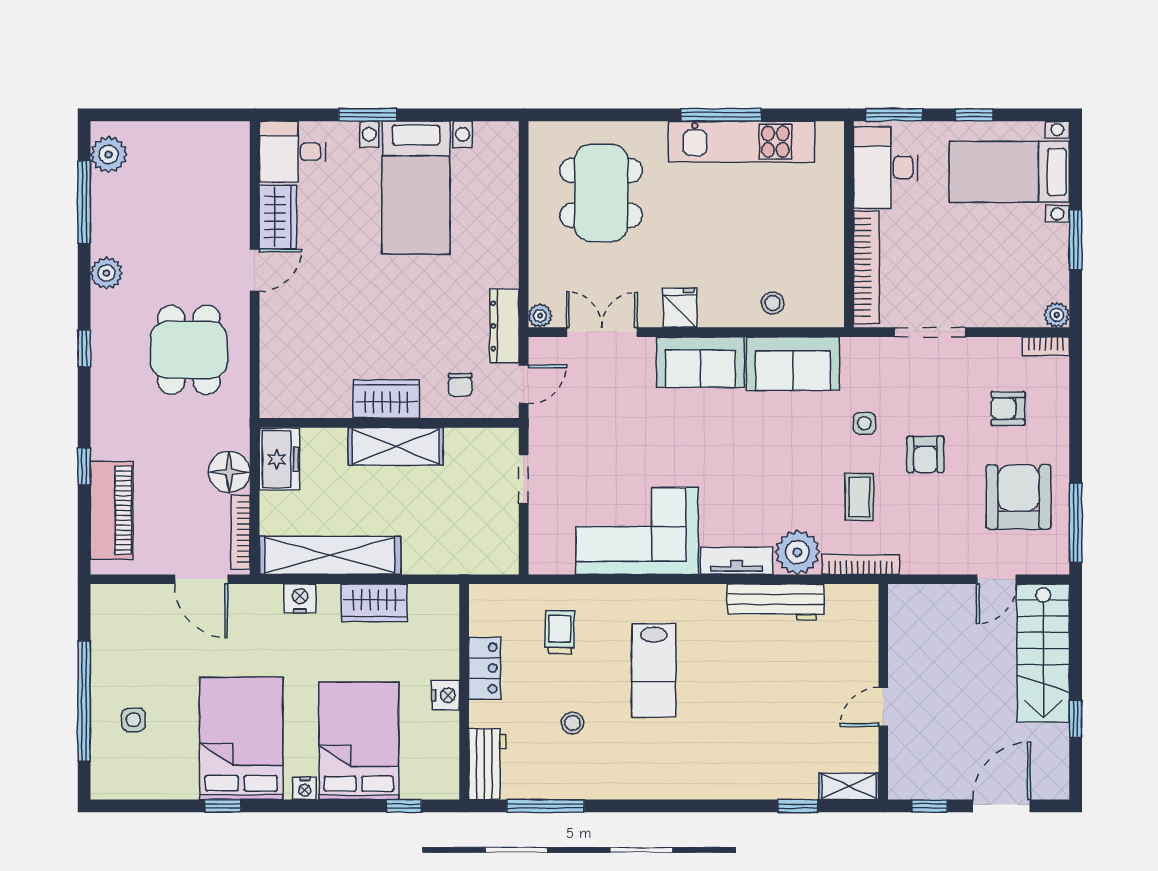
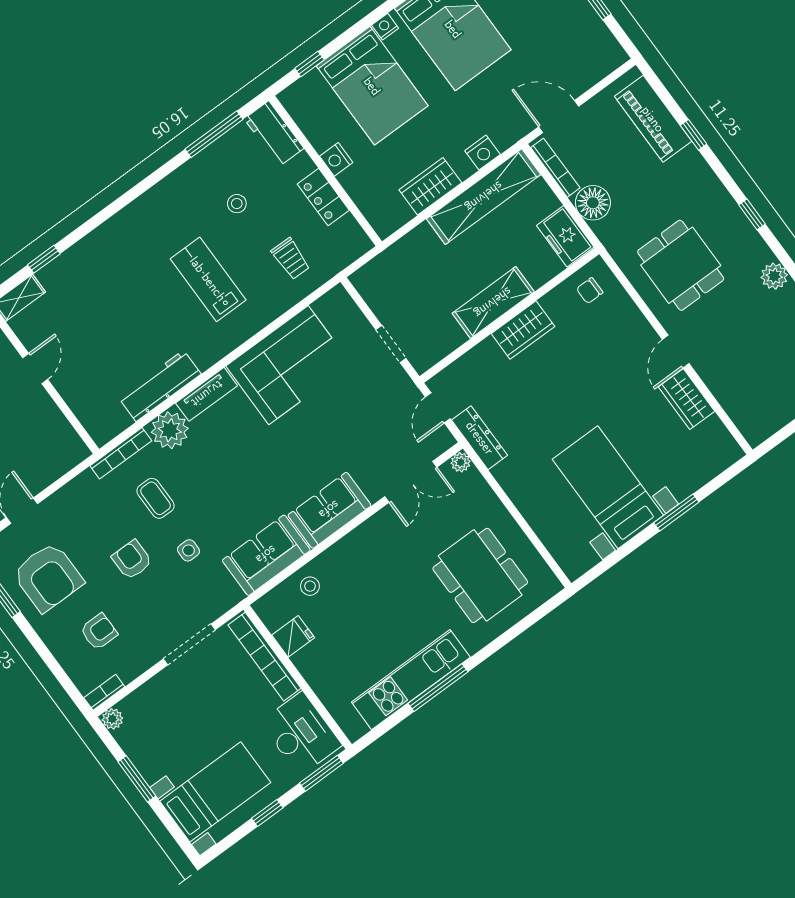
desk: (292, 152) -> (709, 450), removed
fridge: (680, 308) -> (293, 636), moved, turned -90
chair: (460, 385) -> (590, 291), moved, turned -90

